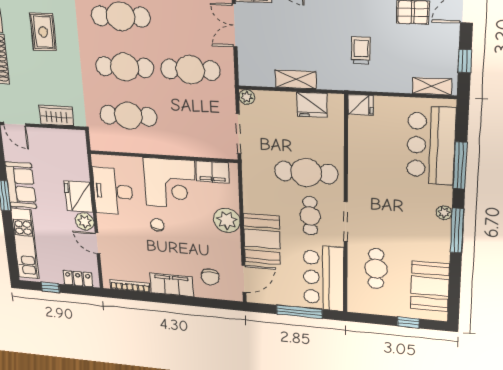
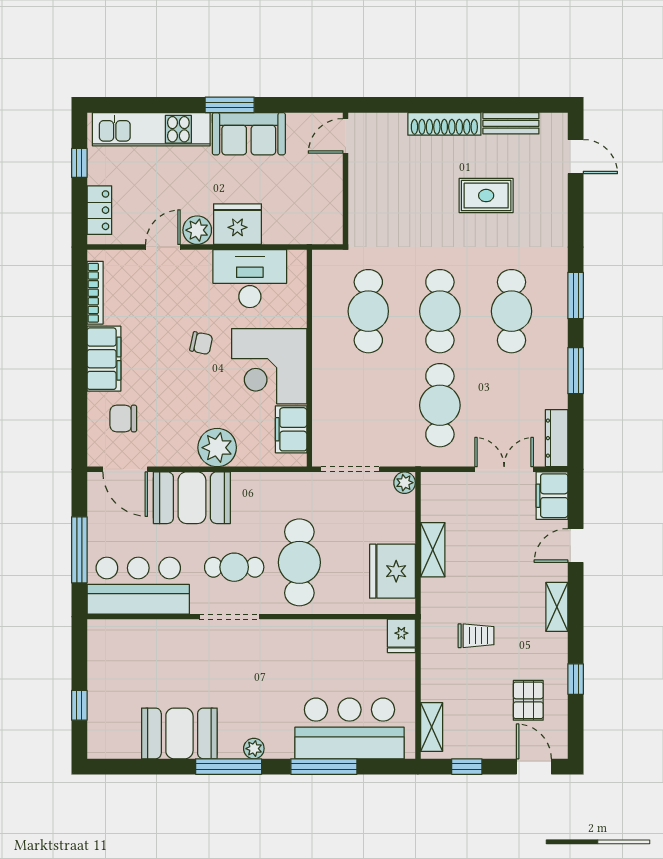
fridge: (312, 105) -> (392, 571), width x1.36, depth x1.34
wardrobe: (56, 116) -> (363, 202), removed
cafe table: (376, 269) -> (160, 659), removed
booth: (430, 286) -> (179, 733), moved

